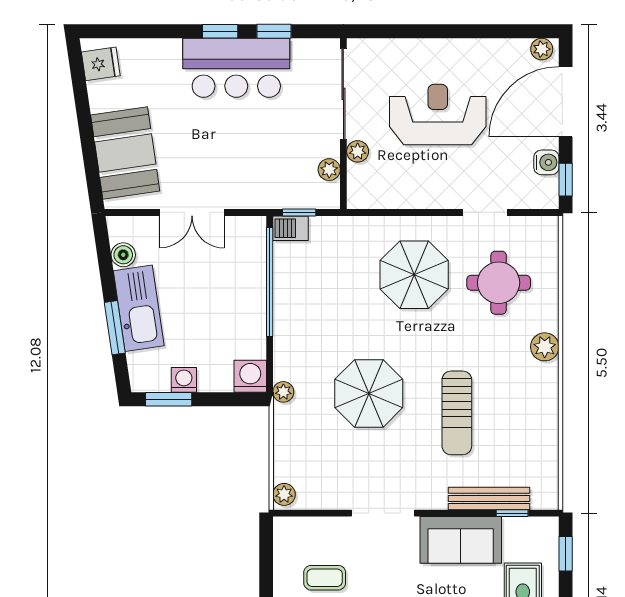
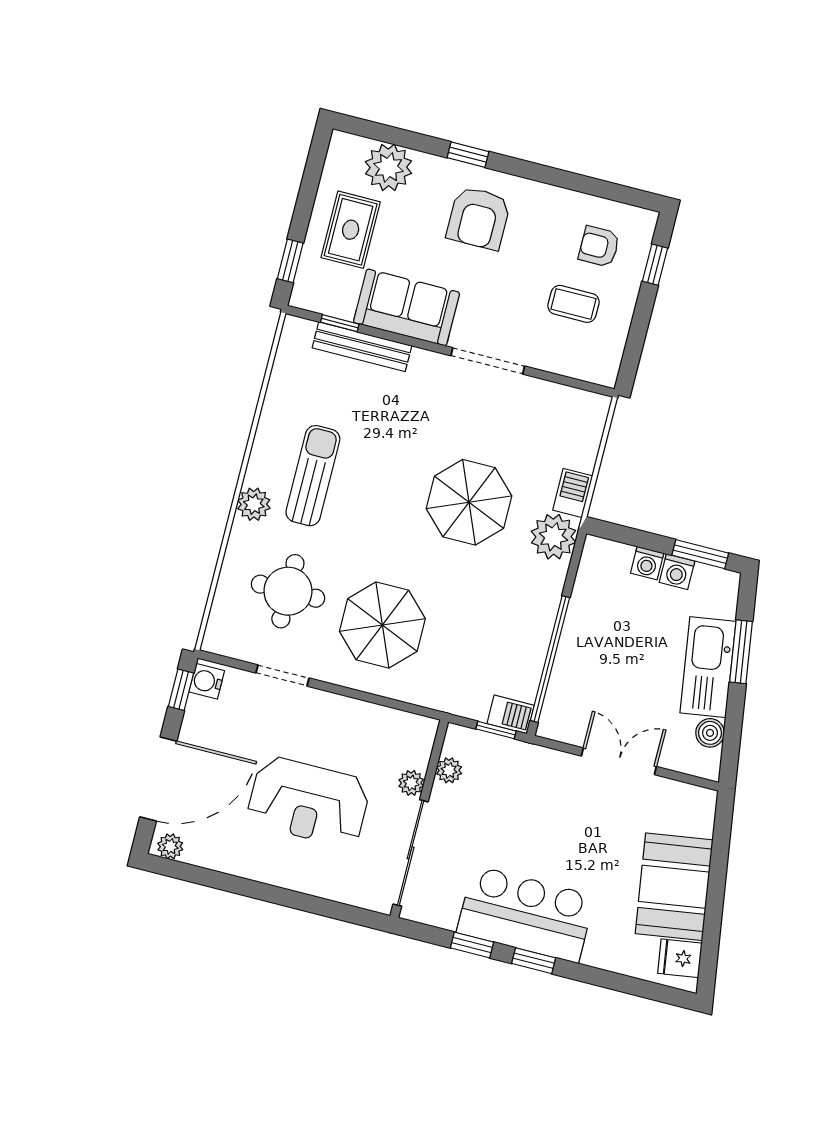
booth: (125, 153) -> (674, 887), moved
water cooler: (546, 162) -> (207, 681), moved
washing machine: (250, 376) -> (647, 563), moved, width x0.73, depth x0.73
plant: (283, 392) -> (553, 537), width x1.88, depth x1.88
sun lounger: (457, 413) -> (313, 476), moved
barbecue: (286, 423) -> (573, 493), added
plant: (284, 494) -> (596, 411), removed

